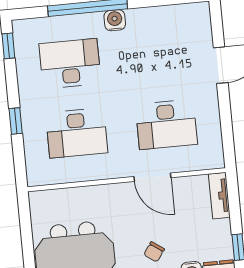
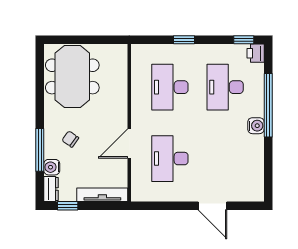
printer: (24, 29) -> (256, 53), added
desk: (70, 64) -> (225, 87), turned 180
tv unit: (219, 196) -> (102, 195), width x1.41

